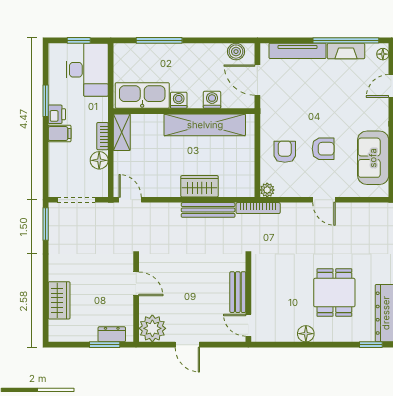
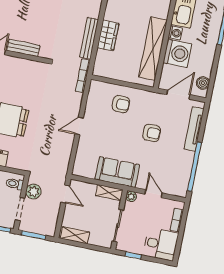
fireplace: (346, 51) -> (187, 165), removed
floor lamp: (383, 54) -> (179, 192), removed
washing machine: (212, 100) -> (177, 53), width x1.89, depth x1.89
armchair: (323, 149) -> (152, 133), moved, turned -90
sofa: (373, 158) -> (117, 172), moved
plant: (267, 190) -> (95, 85), removed

